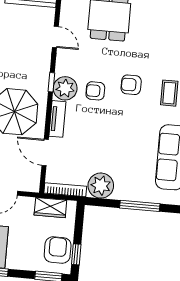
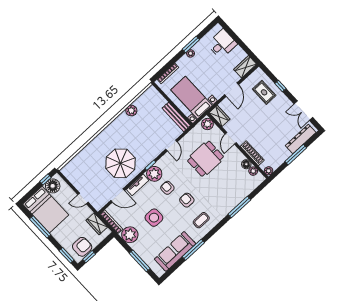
side table: (111, 140) -> (154, 218), added
door: (45, 152) -> (118, 196), swing flipped

